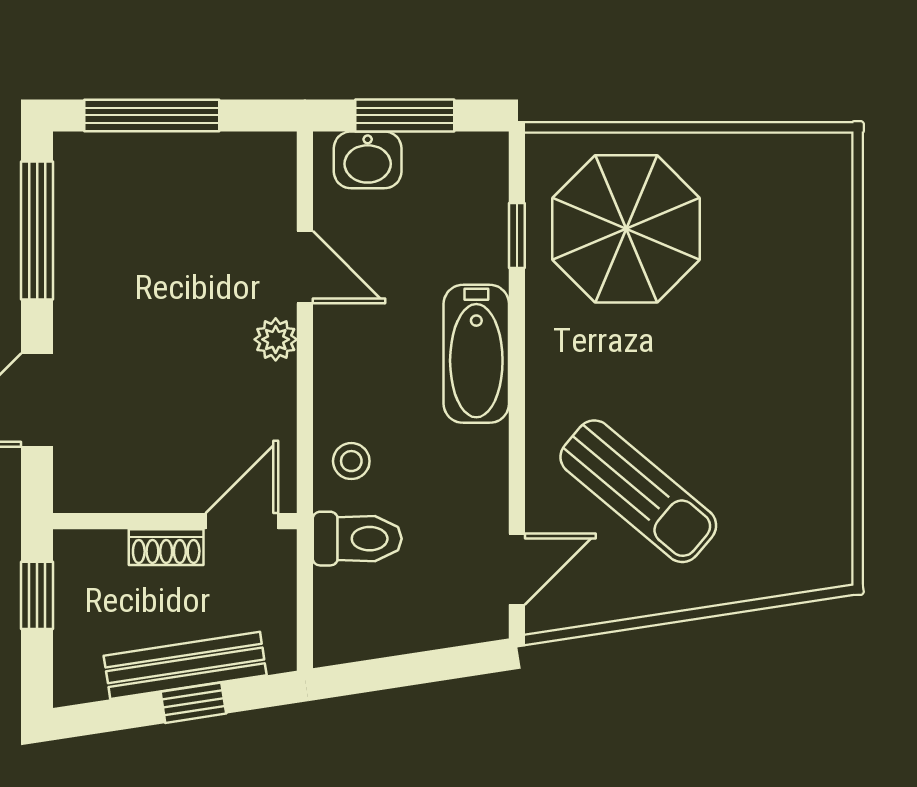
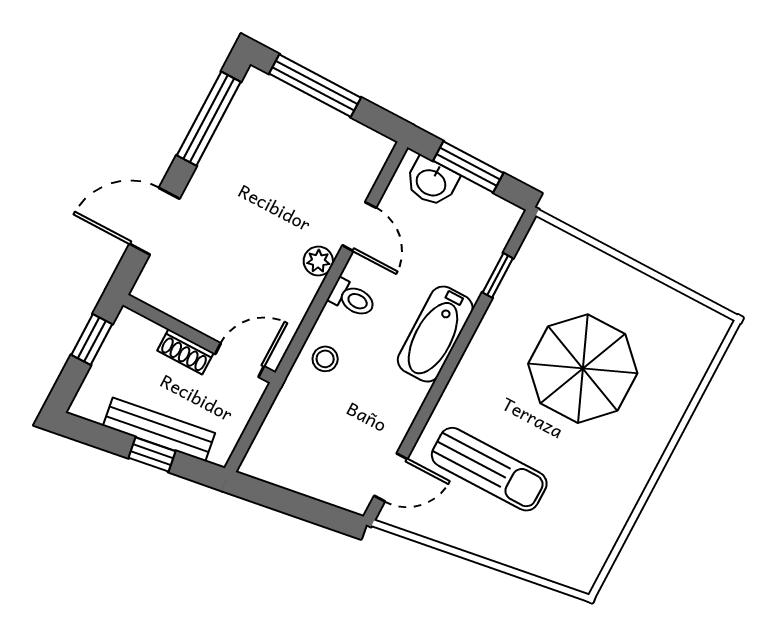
parasol: (626, 229) -> (583, 369), moved
sun lounger: (638, 491) -> (489, 469), turned -40
toilet: (357, 539) -> (352, 298), moved, width x0.73, depth x0.72

